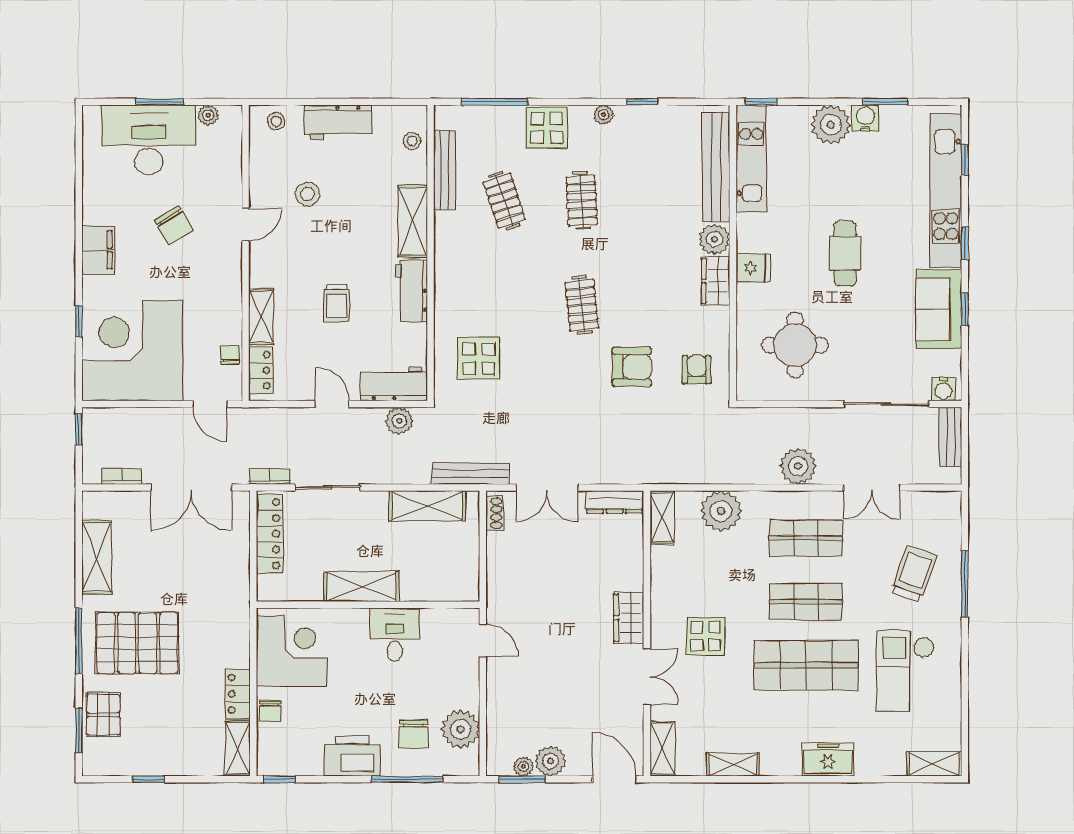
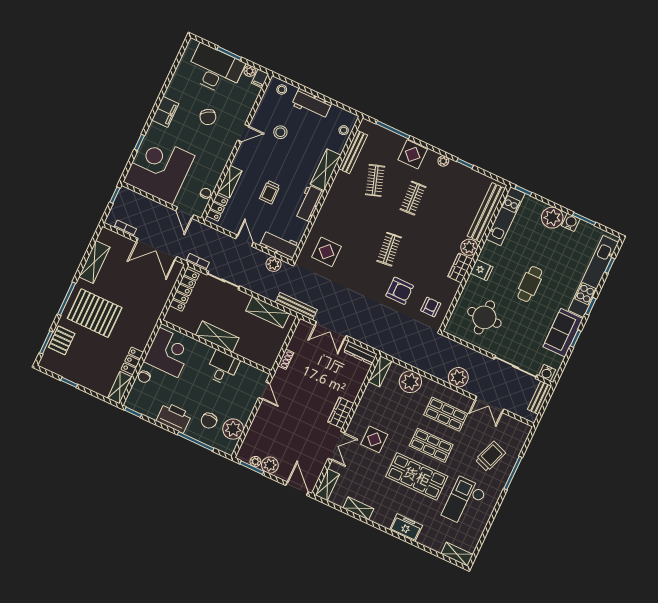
filing cabinet: (231, 120) -> (260, 78), added
shoe rack: (494, 513) -> (286, 359), moved

